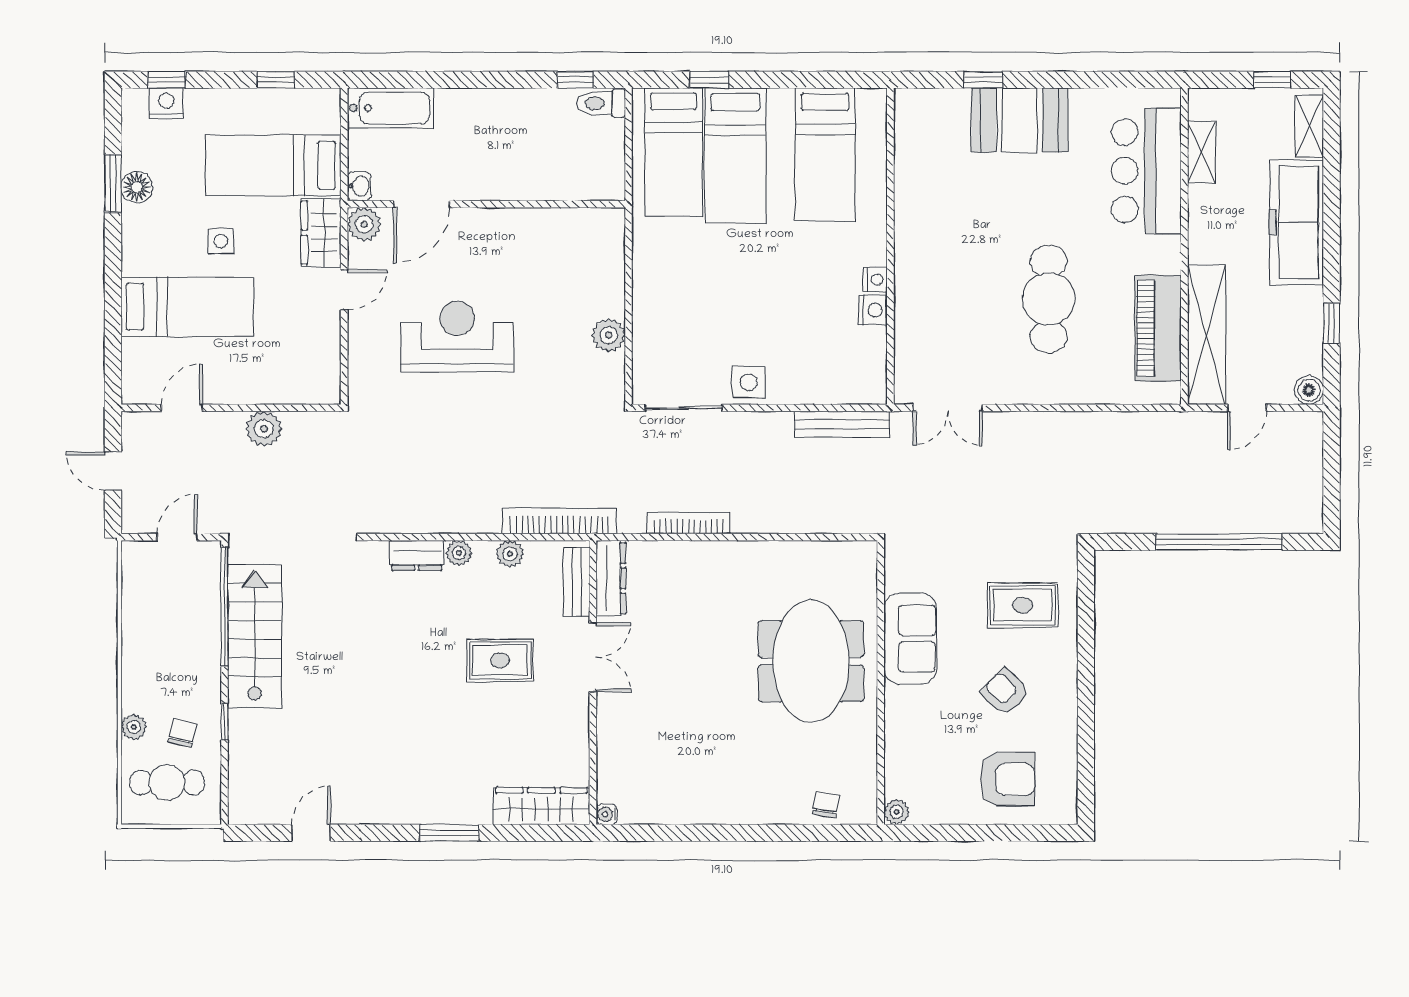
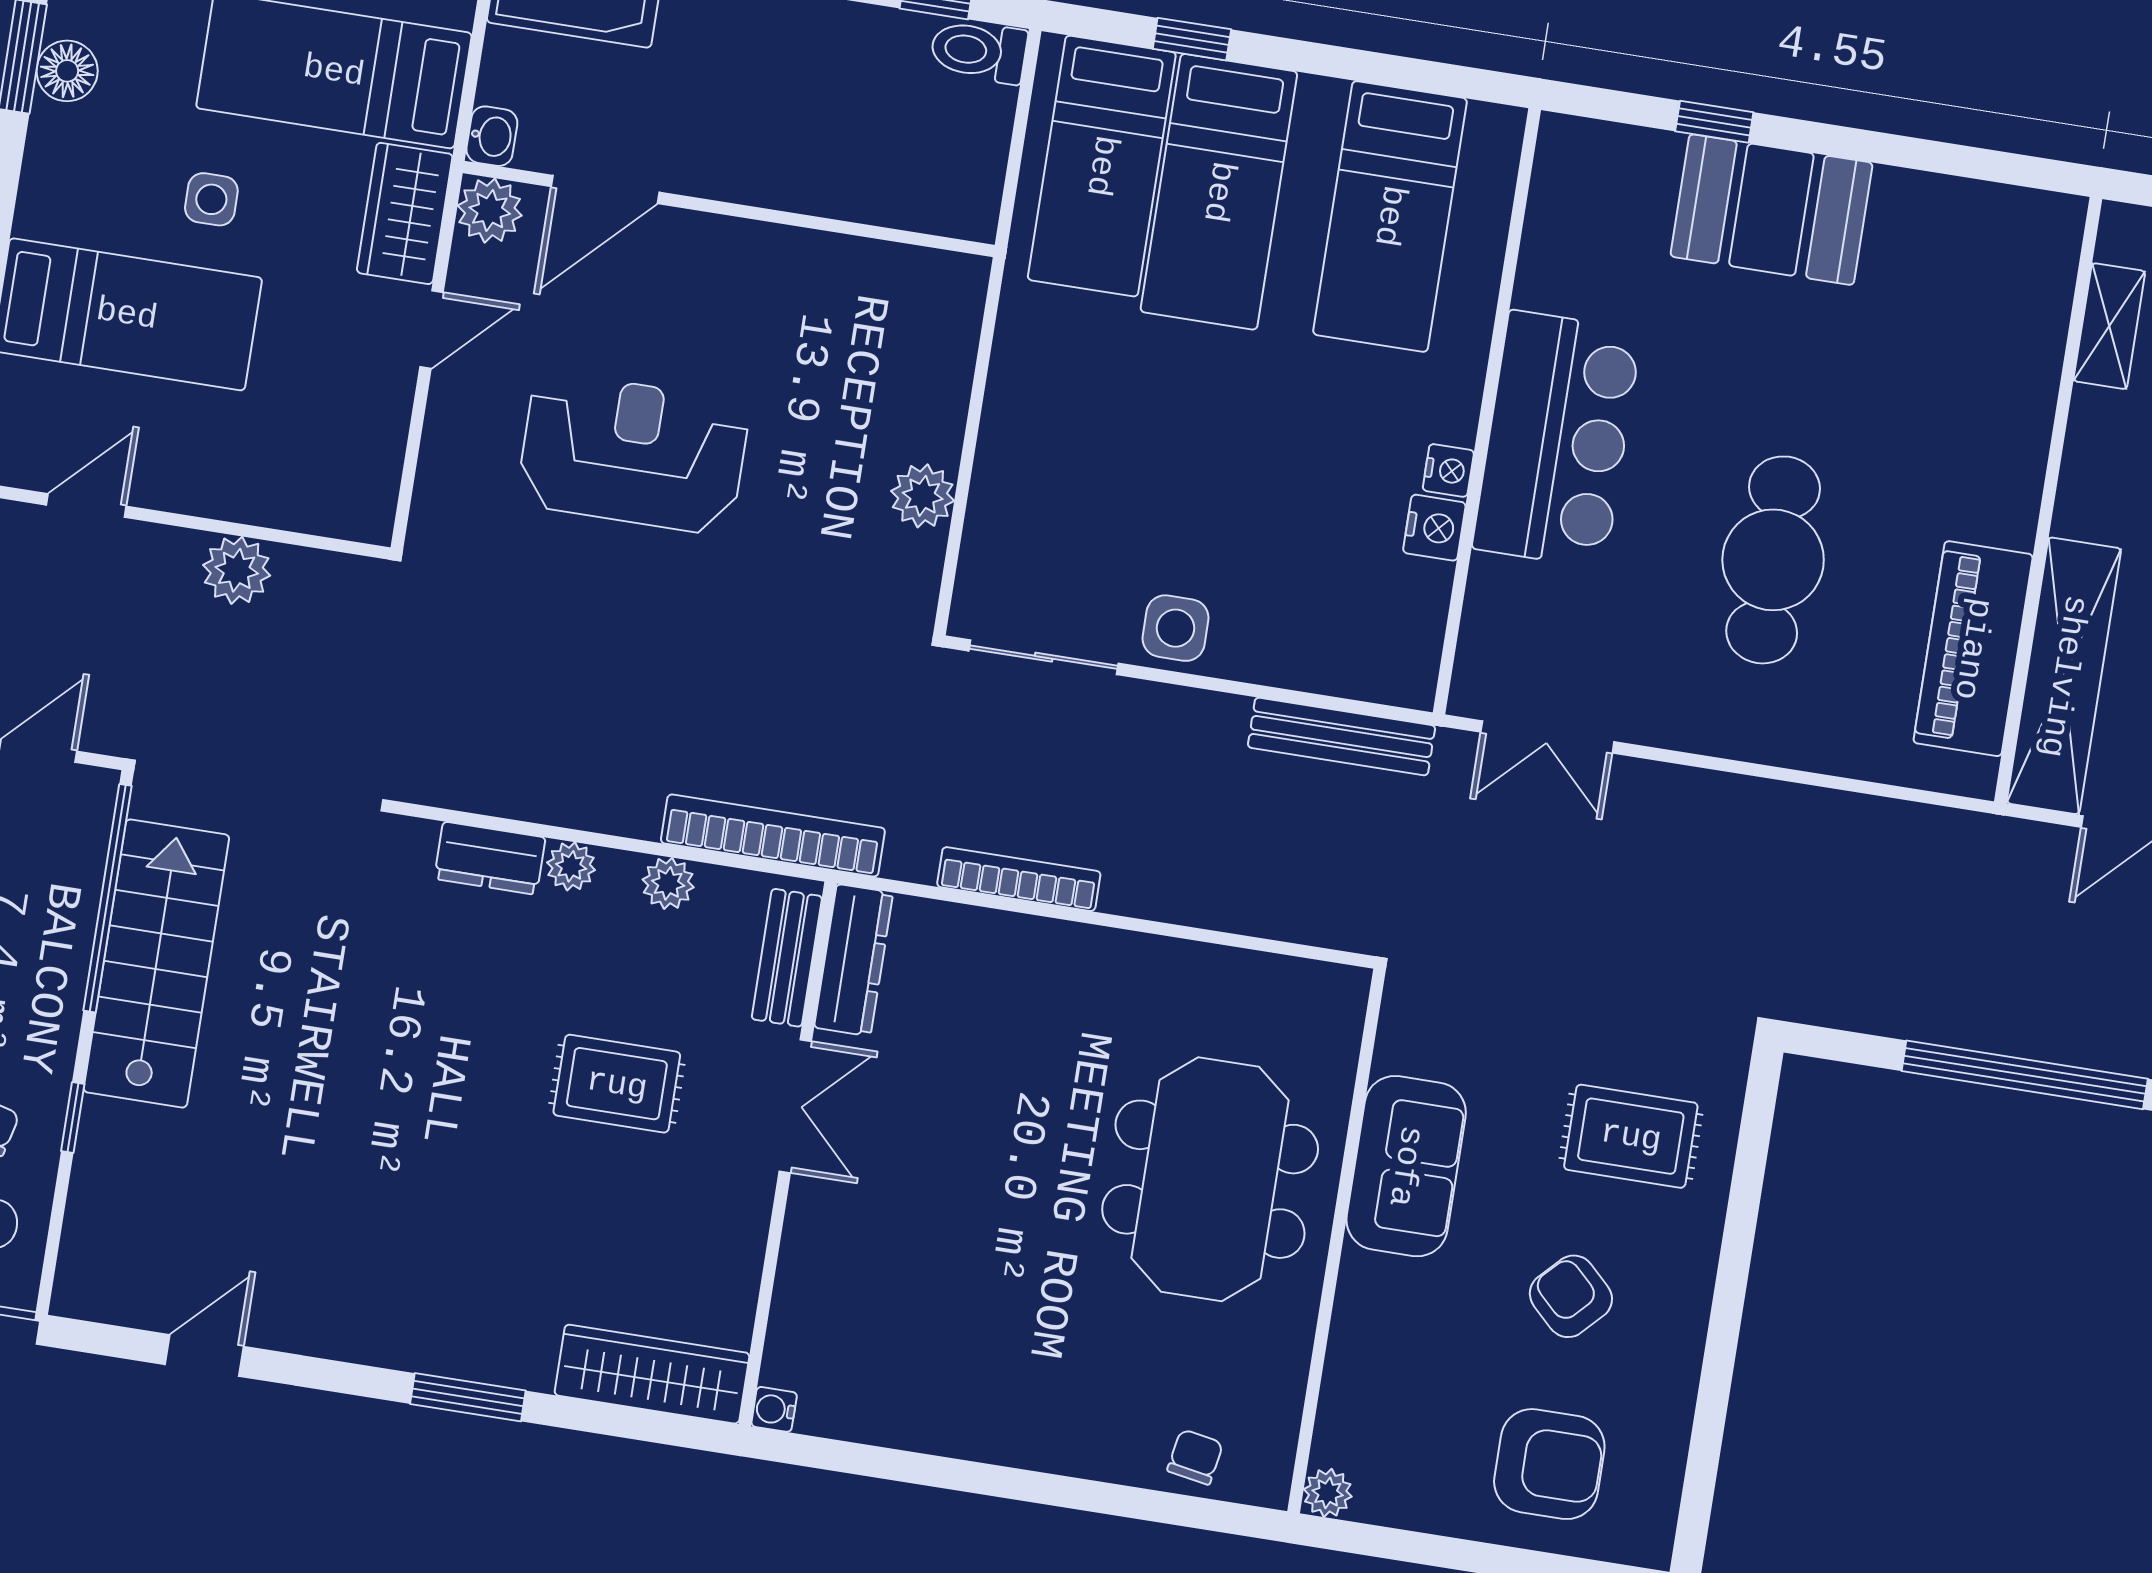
bar counter: (1146, 171) -> (1557, 439), moved, turned 180

